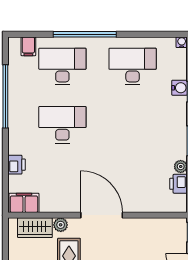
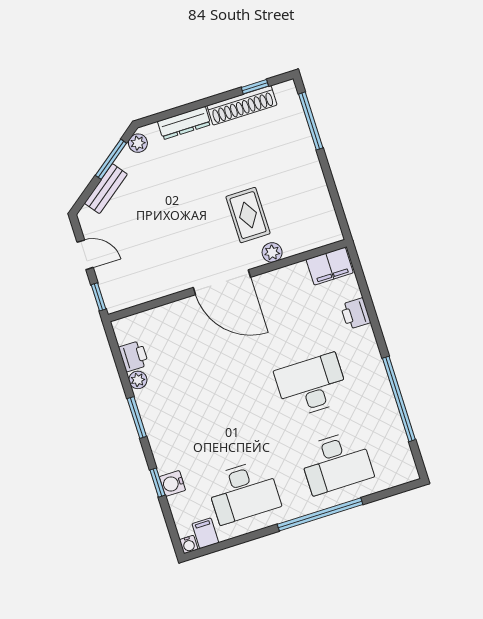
filing cabinet: (28, 46) -> (205, 533), moved
desk: (62, 125) -> (312, 385), turned 180
wardrobe: (35, 228) -> (305, 238), removed

